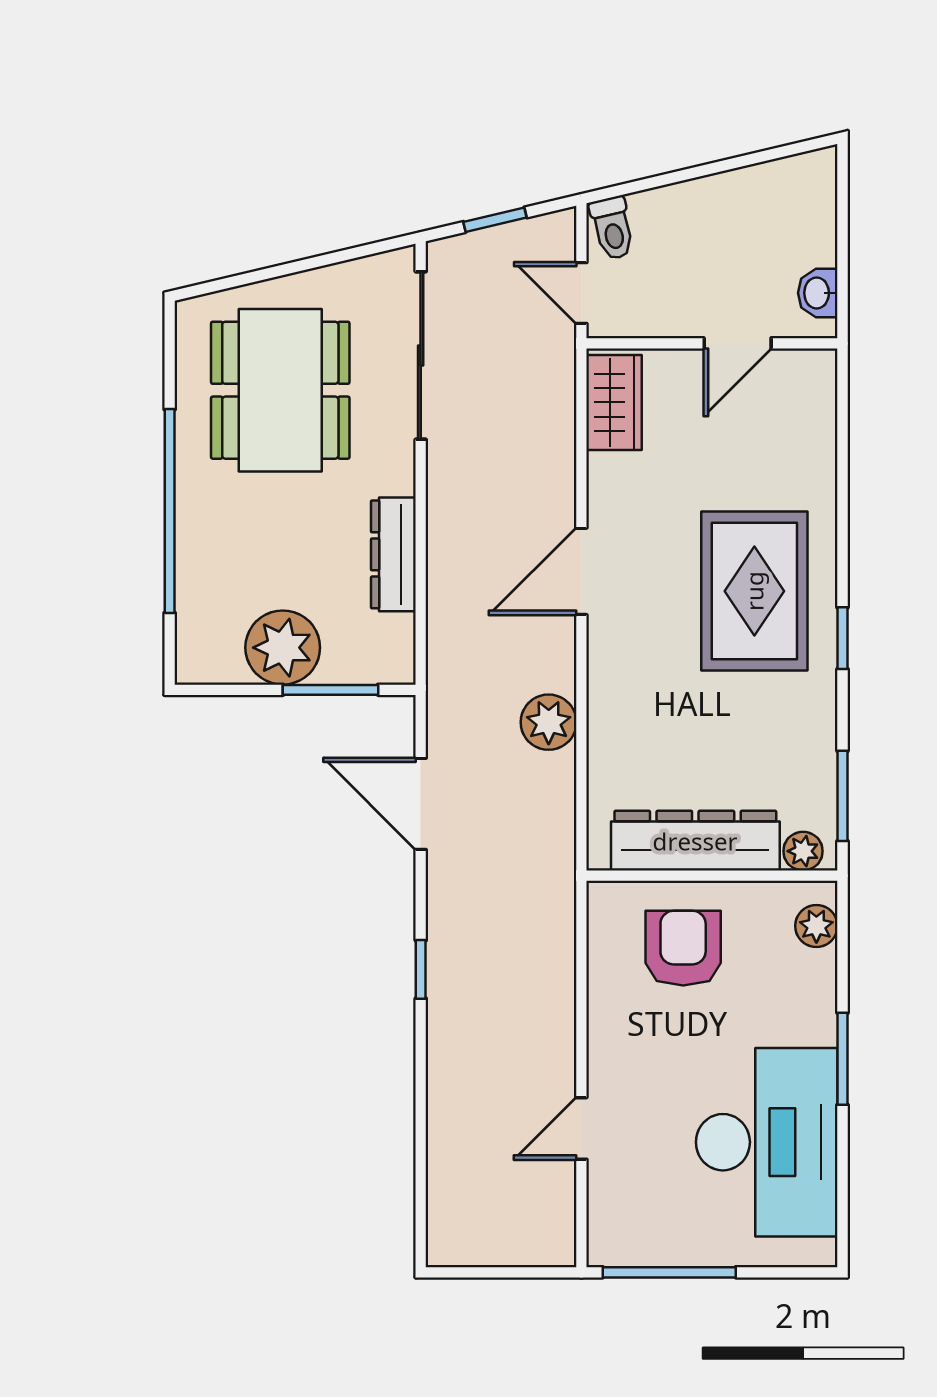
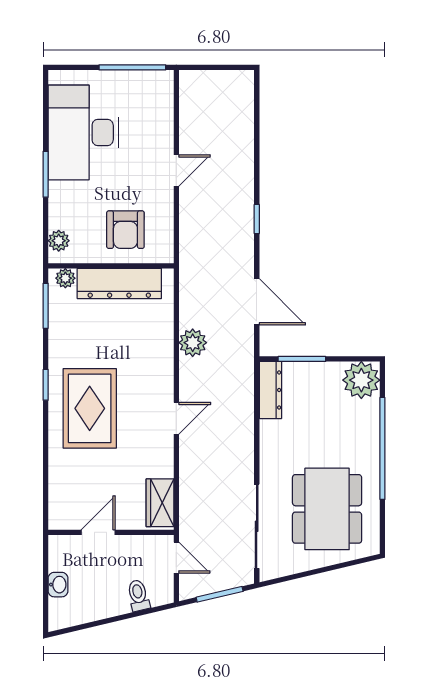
window: (495, 220) -> (220, 594), width x1.50
toilet: (612, 228) -> (138, 595), moved
washbasin: (818, 293) -> (58, 585), moved
dresser: (393, 554) -> (270, 390), moved
door: (581, 571) -> (176, 418), width x0.73
plant: (283, 648) -> (361, 380), moved
door: (581, 1128) -> (176, 170), moved

